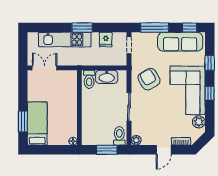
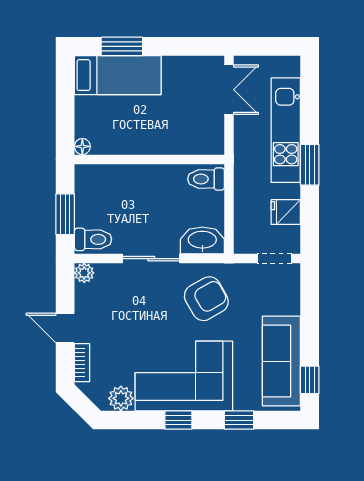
window: (155, 28) -> (310, 310), removed
washbasin: (107, 77) -> (202, 240), moved, turned 90

